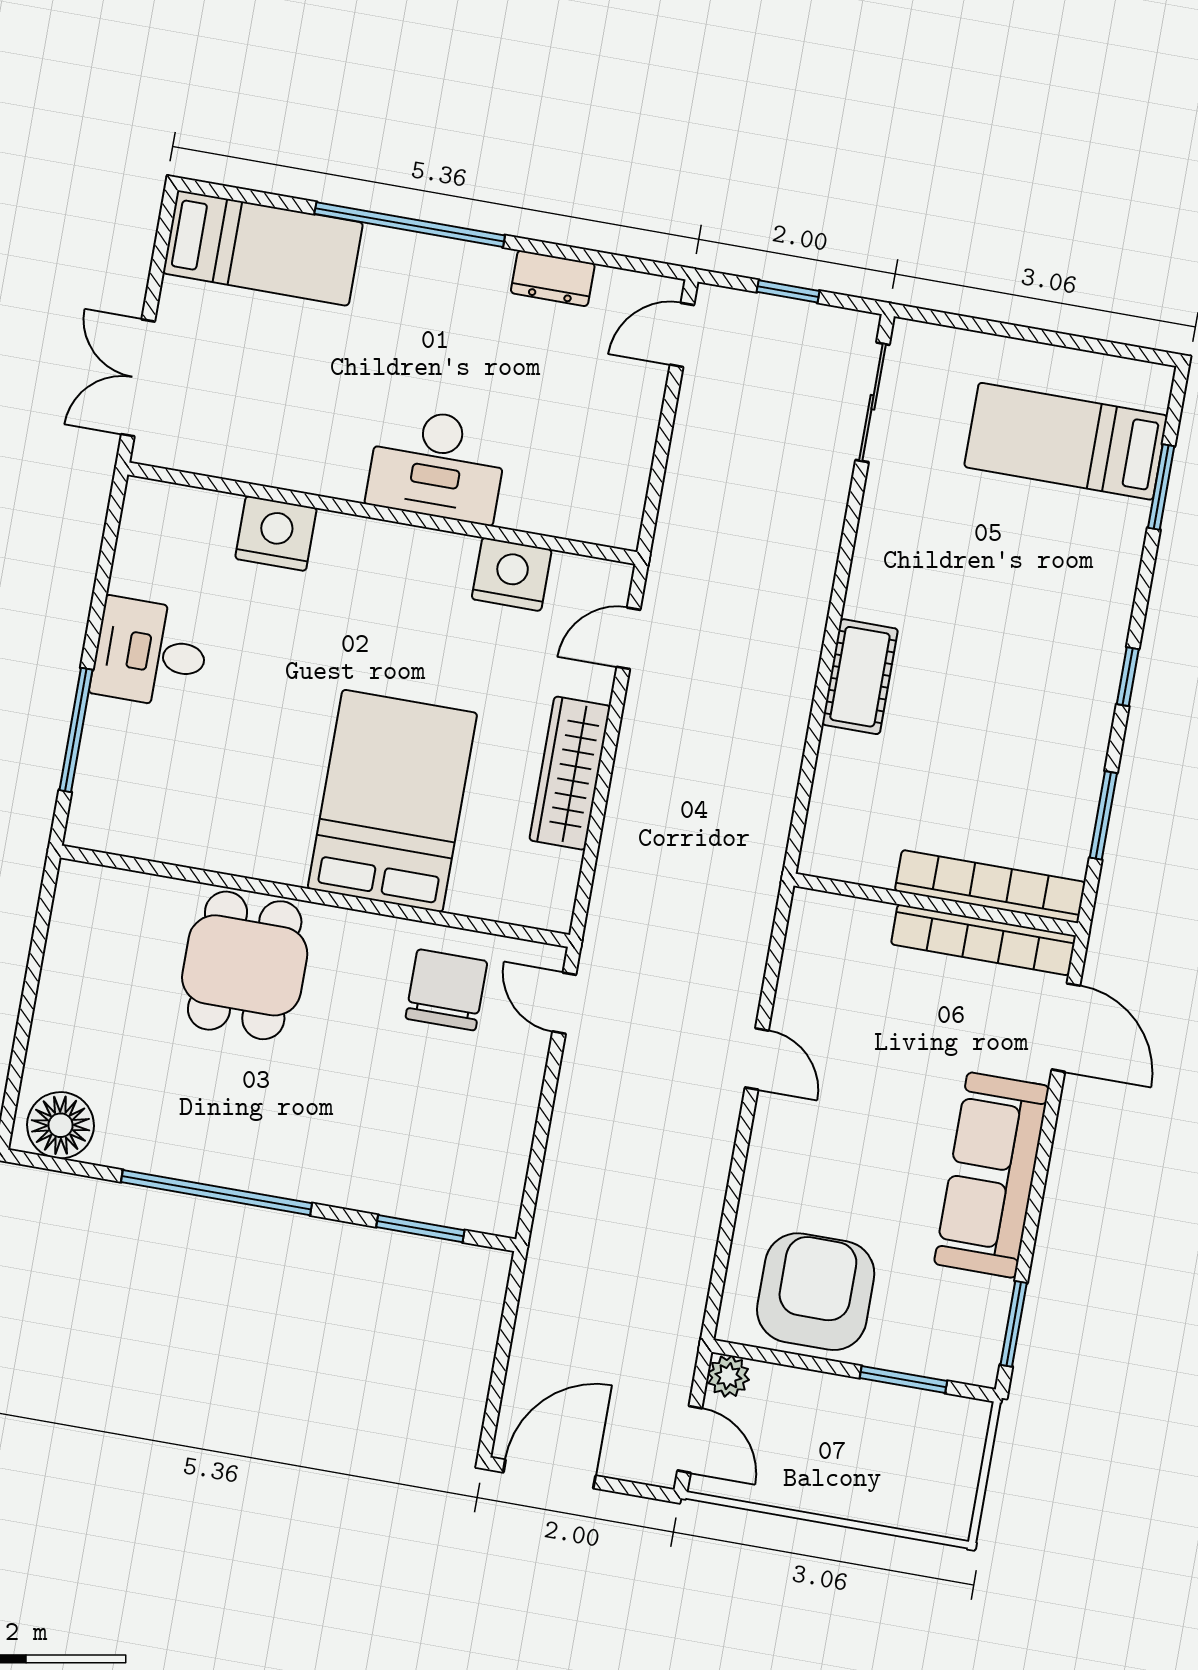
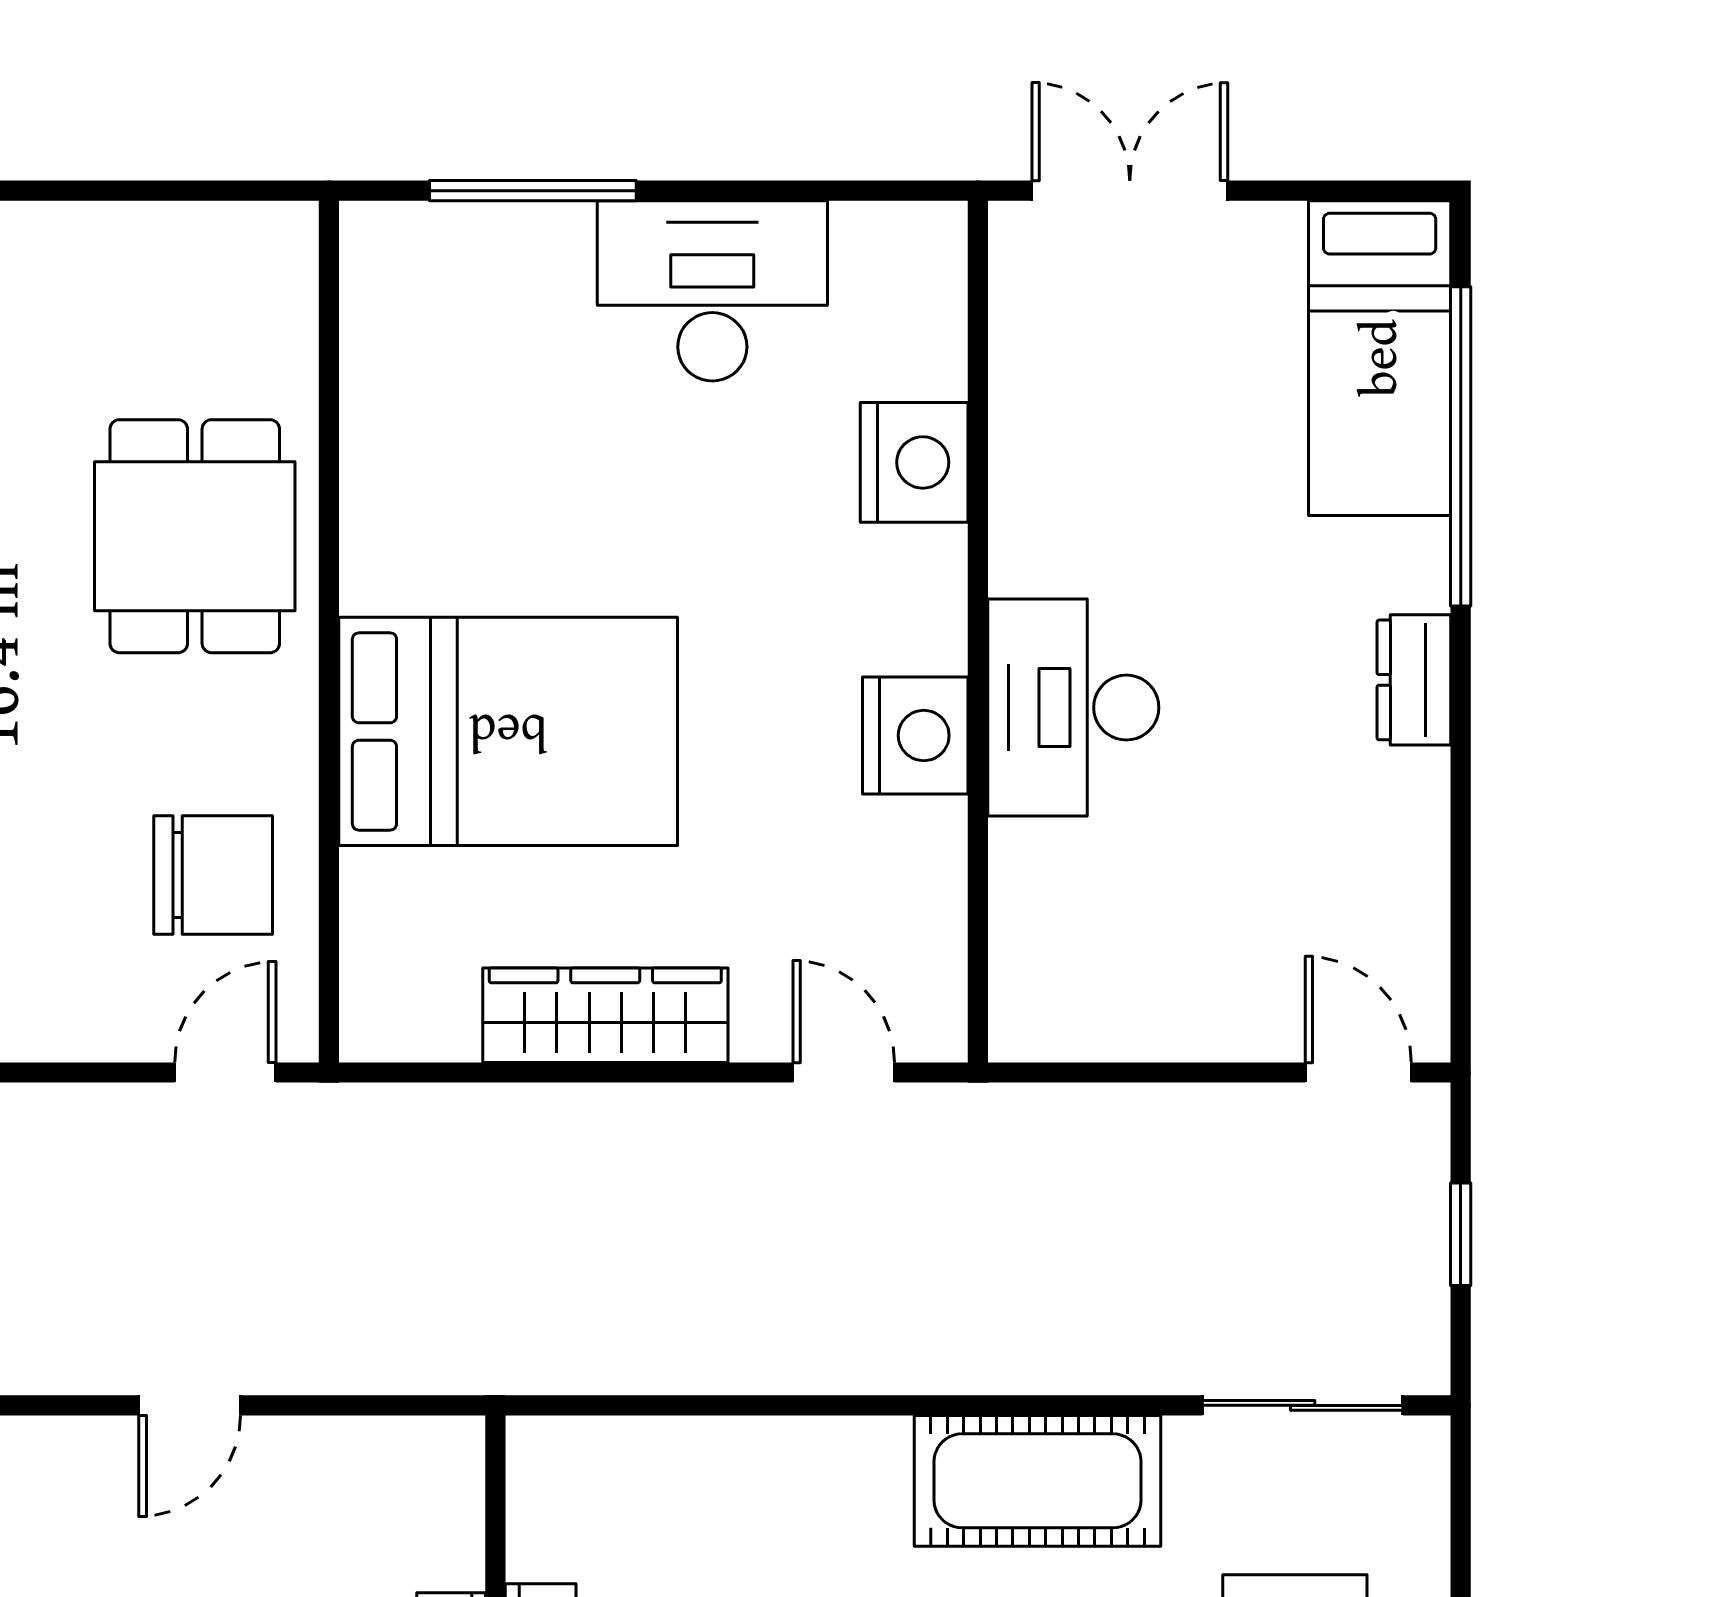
window: (410, 225) -> (1461, 446), moved
dresser: (553, 278) -> (1414, 680), moved
nightstand: (512, 574) -> (915, 736), moved
desk: (150, 653) -> (712, 291), width x1.37
cot: (860, 677) -> (1037, 1481), moved, width x1.37, depth x1.34
dining table: (245, 965) -> (195, 536), turned 90

